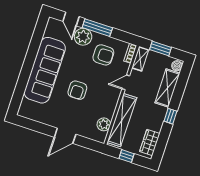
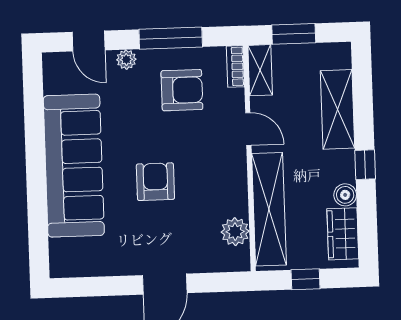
window: (97, 28) -> (171, 38), moved
plant: (83, 37) -> (126, 60), width x0.53, depth x0.53
boiler: (177, 66) -> (345, 195), moved
door: (126, 82) -> (248, 129), swing flipped
armchair: (77, 90) -> (155, 182), turned 180

